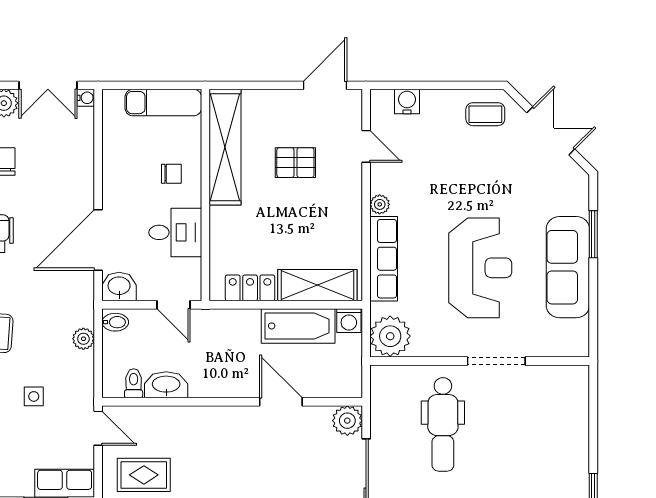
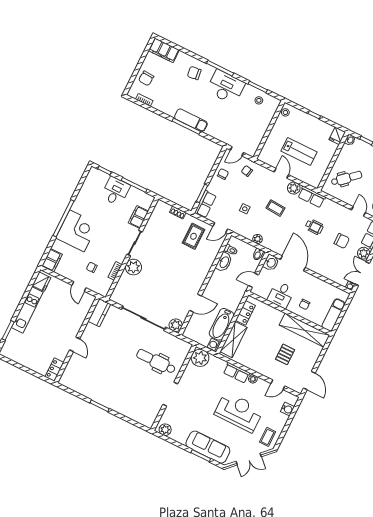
row of seats: (384, 259) -> (236, 373), width x0.68
sofa: (568, 267) -> (208, 447), moved
reception desk: (480, 268) -> (239, 412), moved, turned 180
plant: (576, 335) -> (165, 430), added

